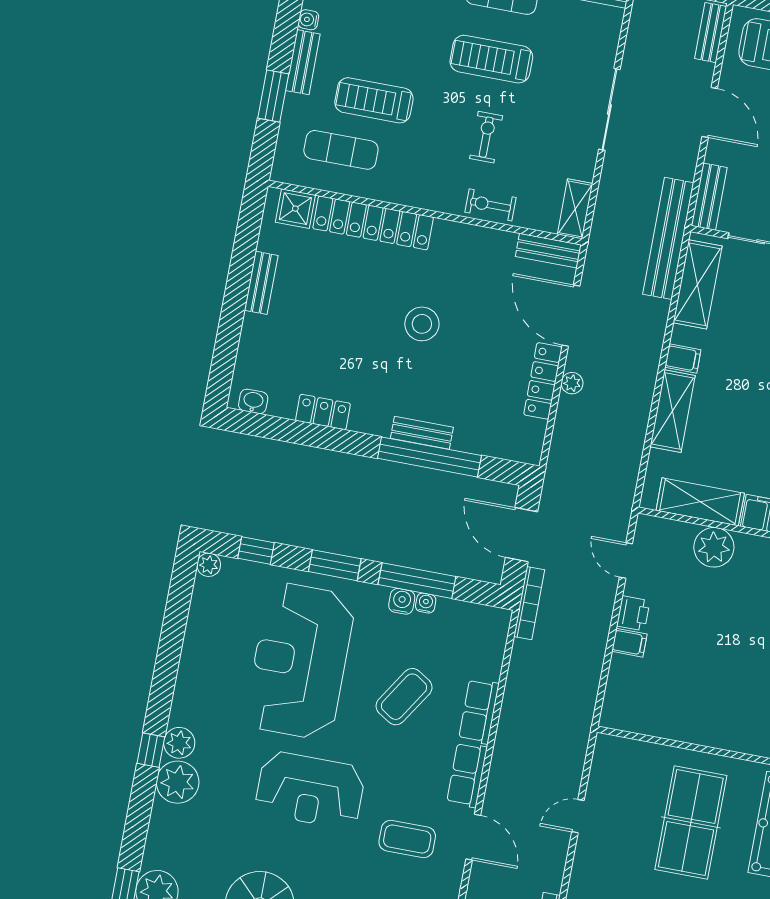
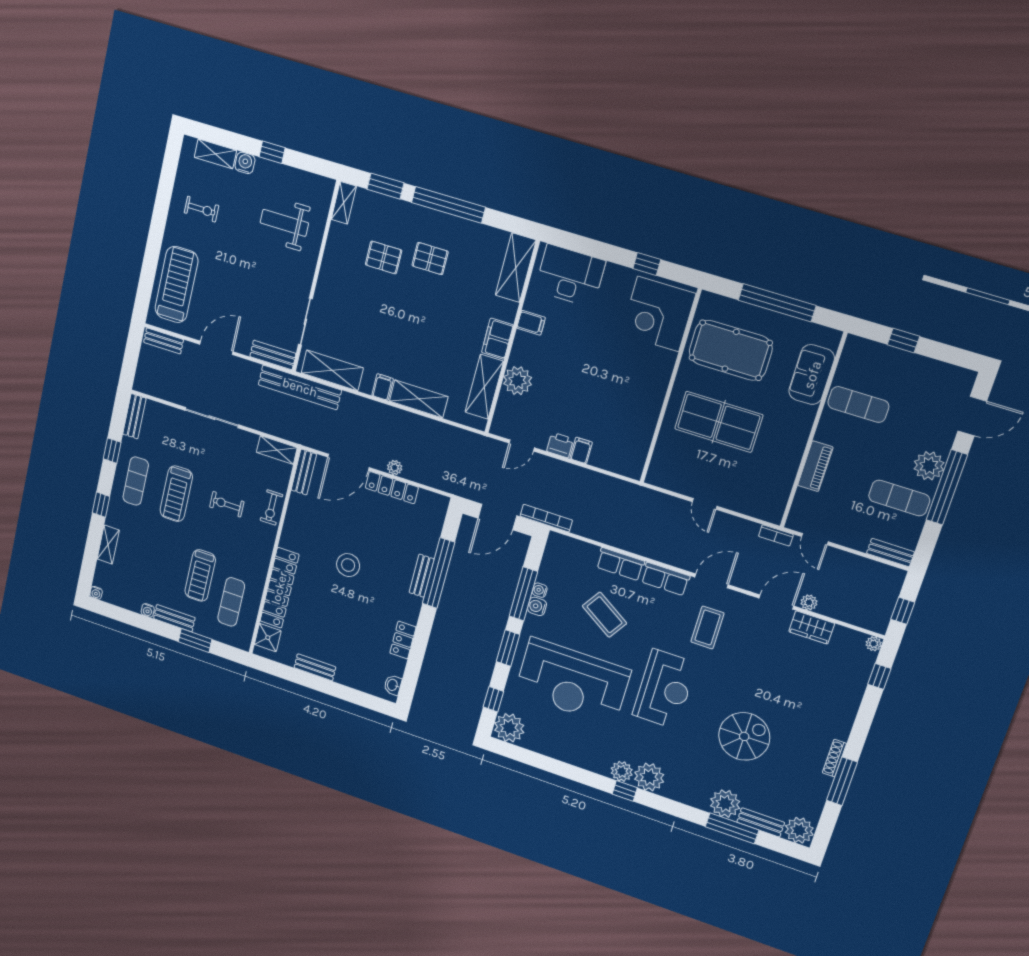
plant: (209, 565) -> (509, 728), width x1.88, depth x1.88

